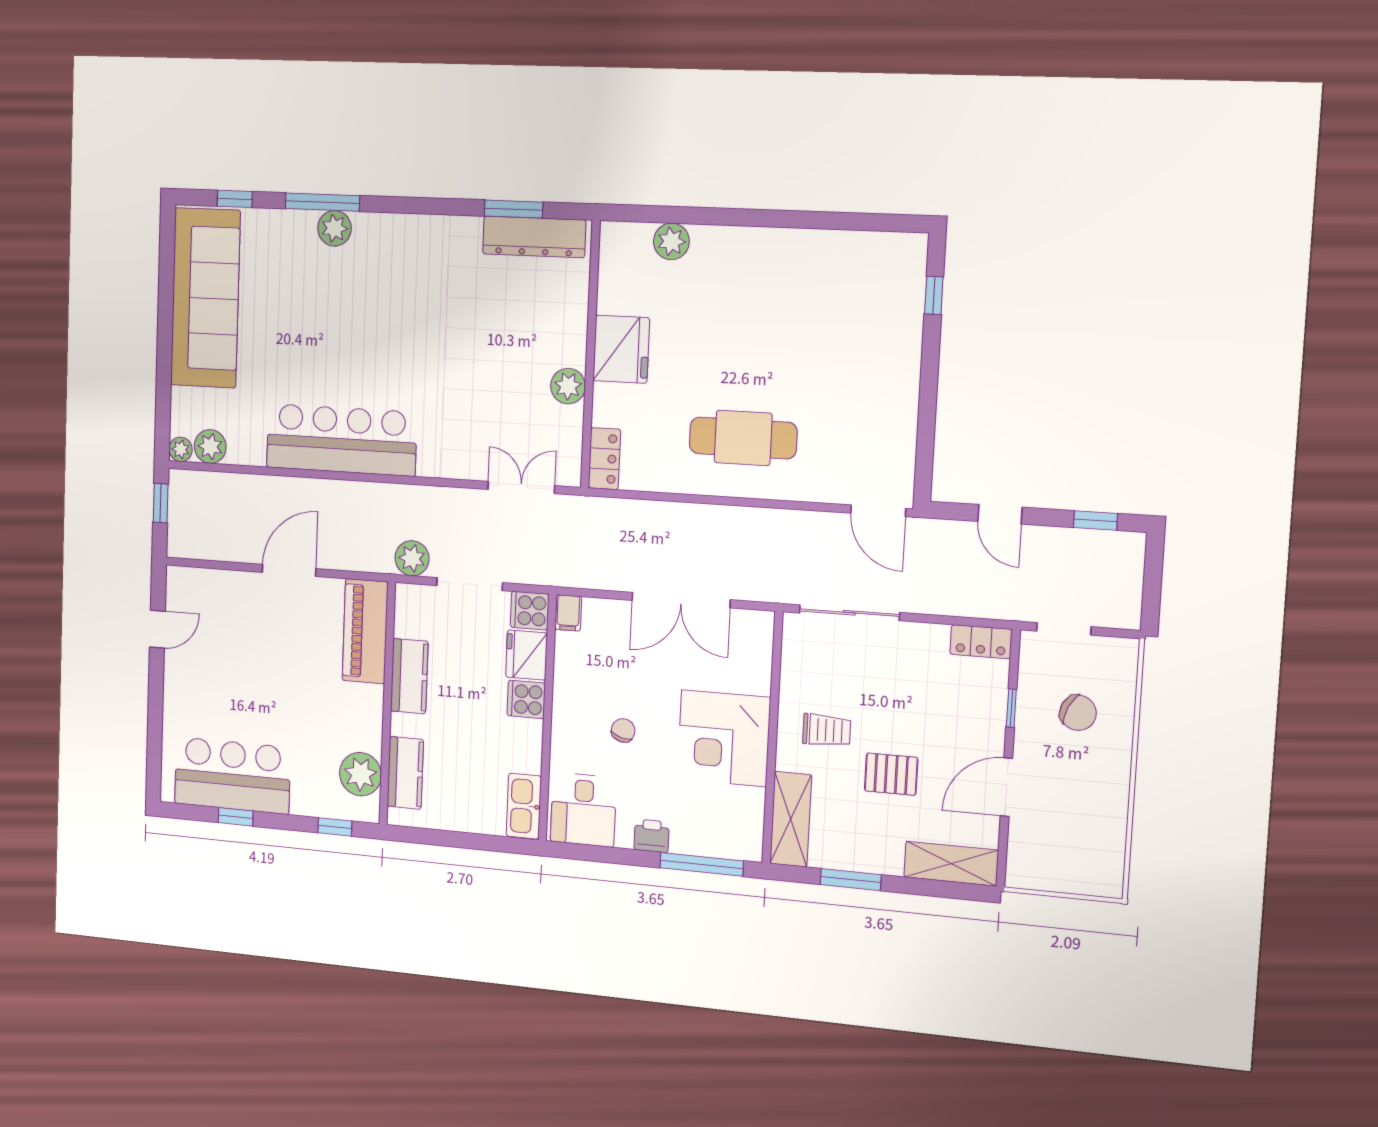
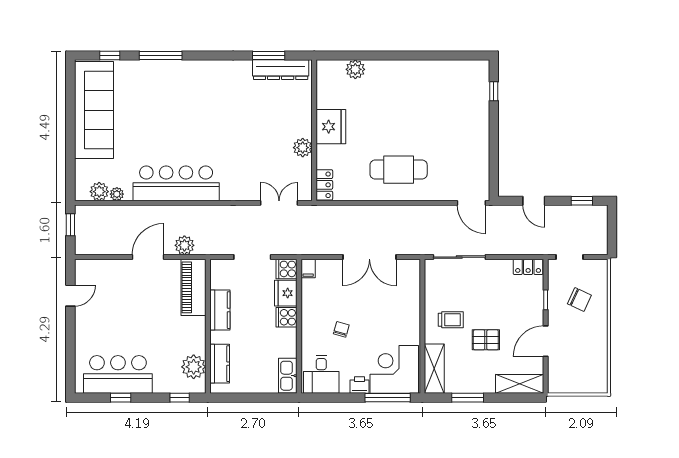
plant: (335, 228) -> (168, 69), removed
plant: (181, 449) -> (117, 194), moved
plant: (412, 558) -> (184, 245), moved
corner desk: (724, 738) -> (394, 369), moved, turned 90

